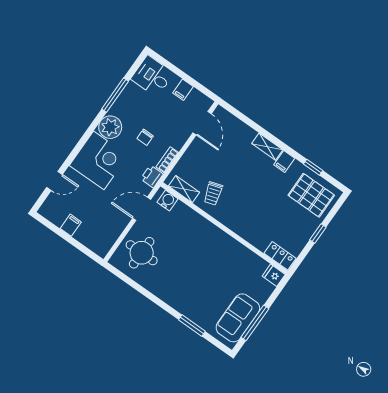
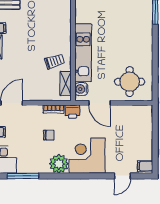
window: (115, 95) -> (23, 176), moved
door: (55, 181) -> (122, 176), swing flipped
filing cabinet: (71, 225) -> (145, 166), moved
kitchen unit: (202, 227) -> (83, 53), added

